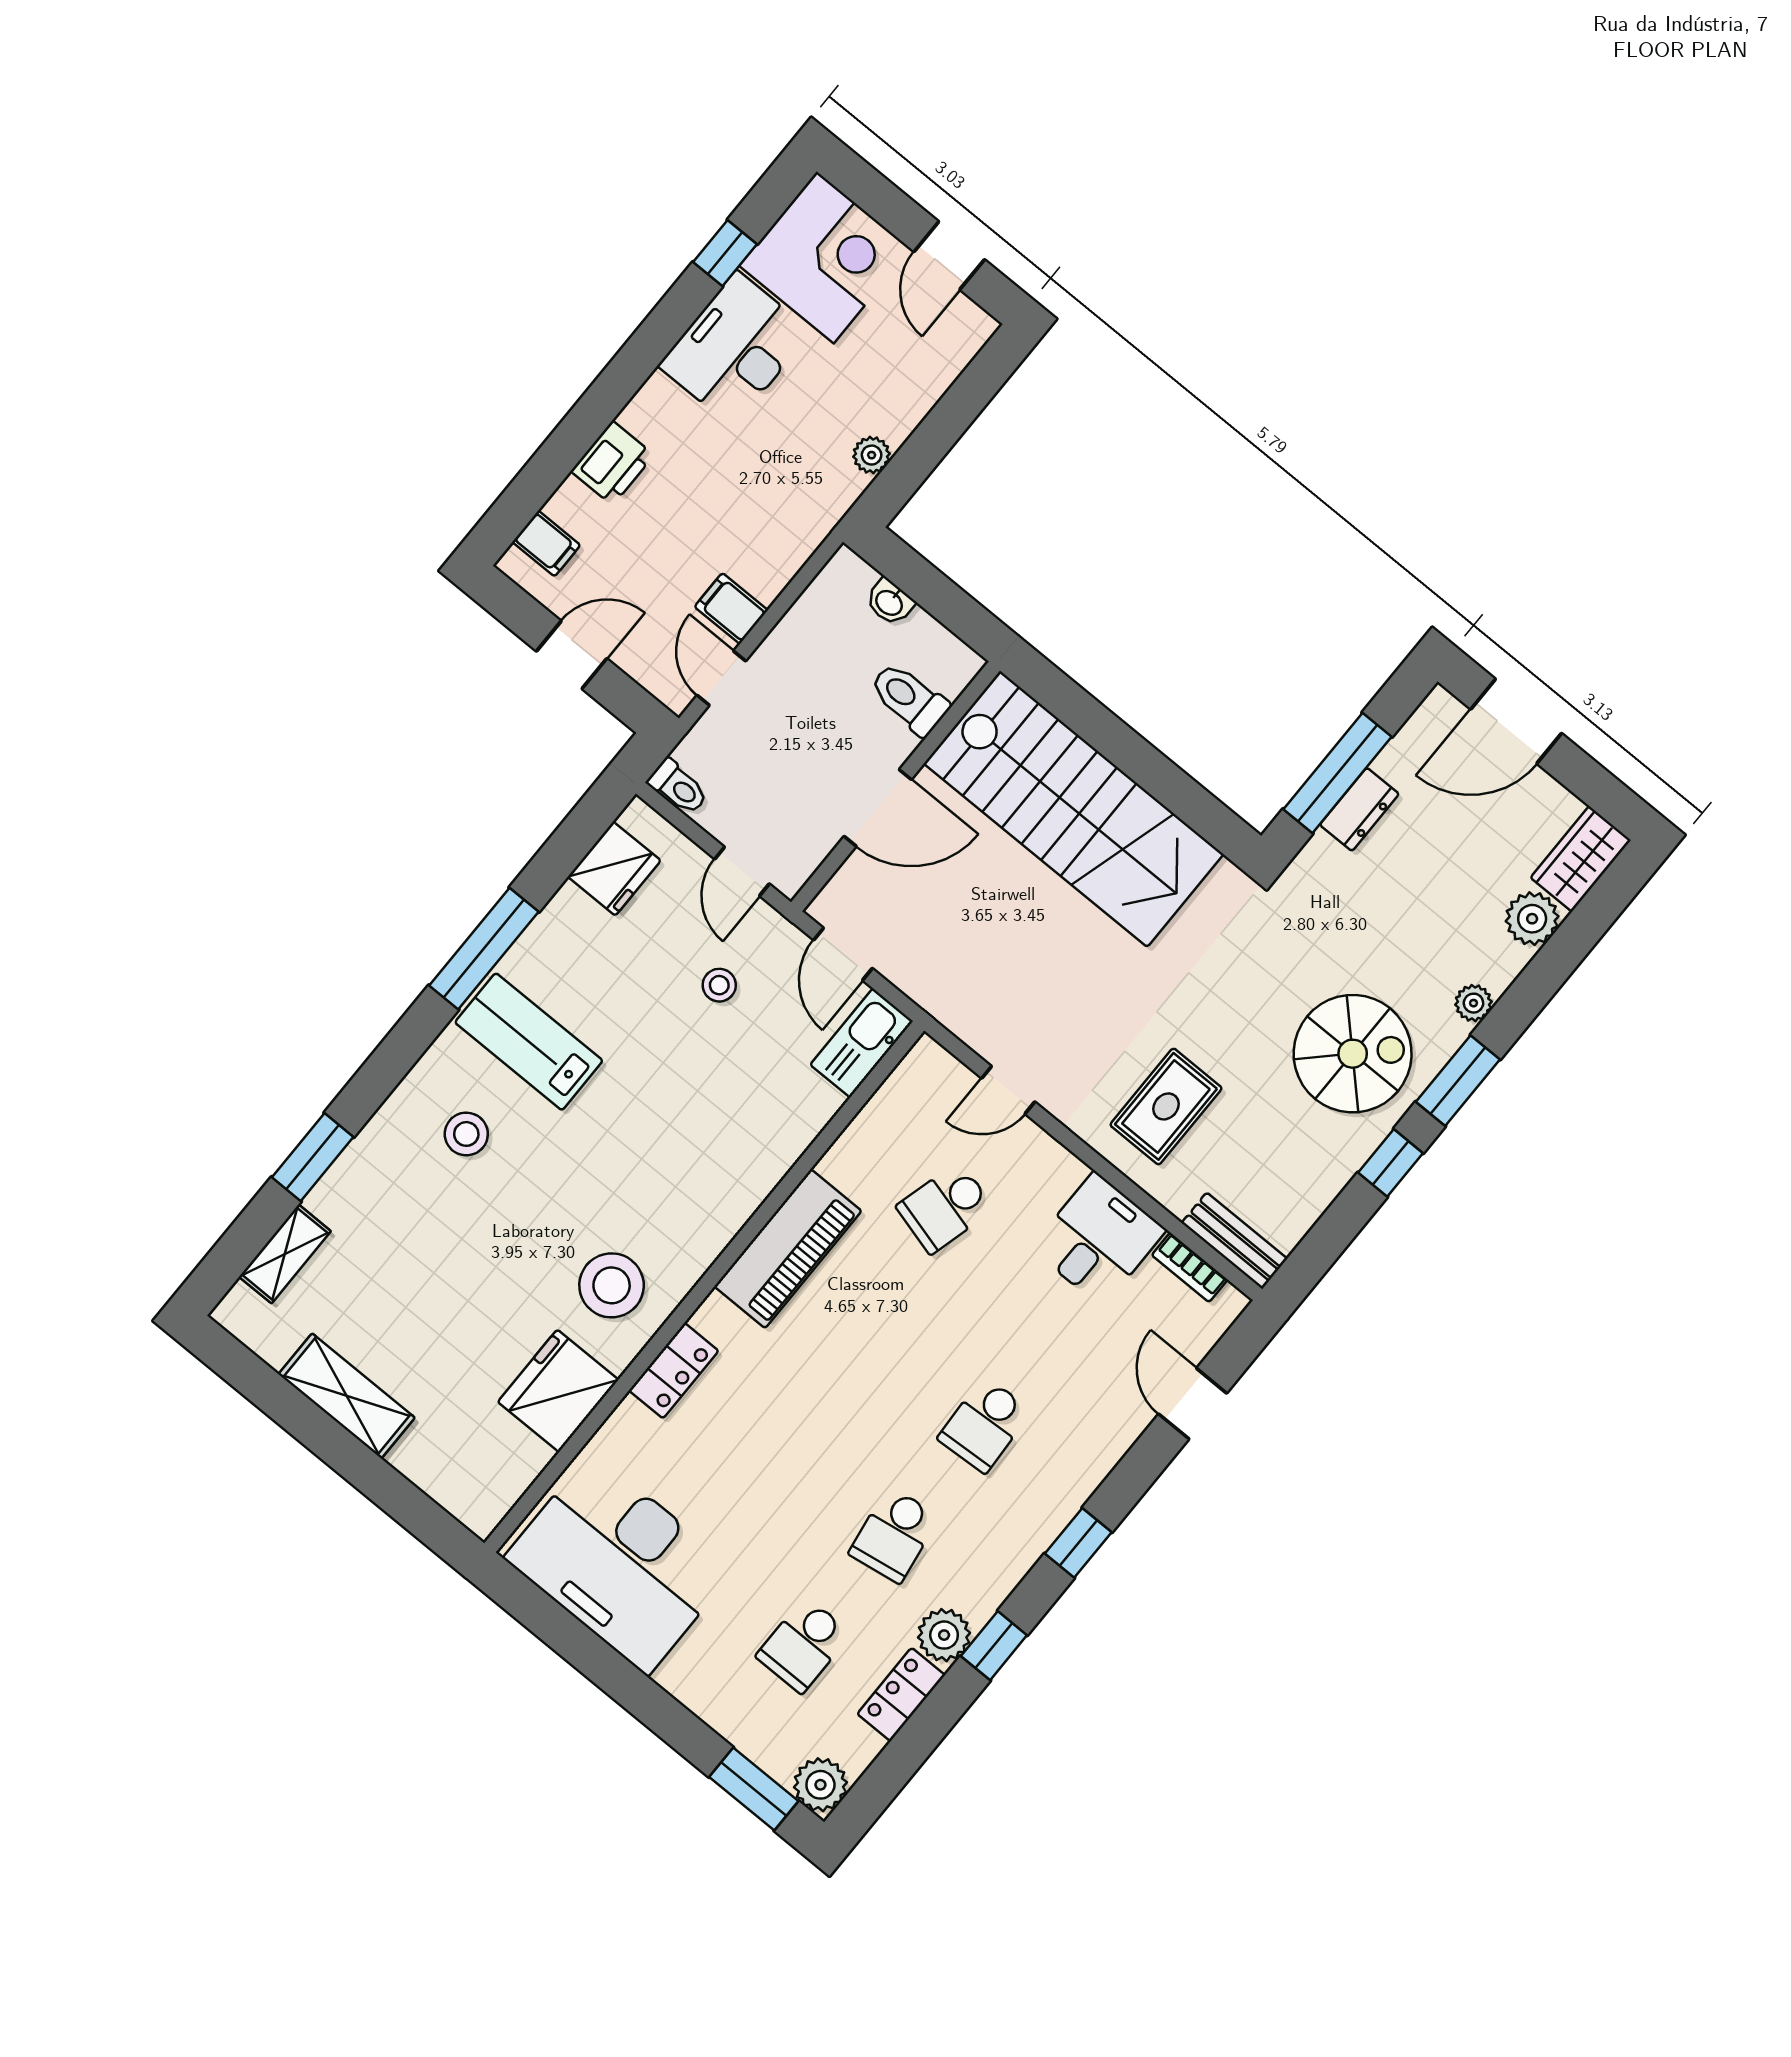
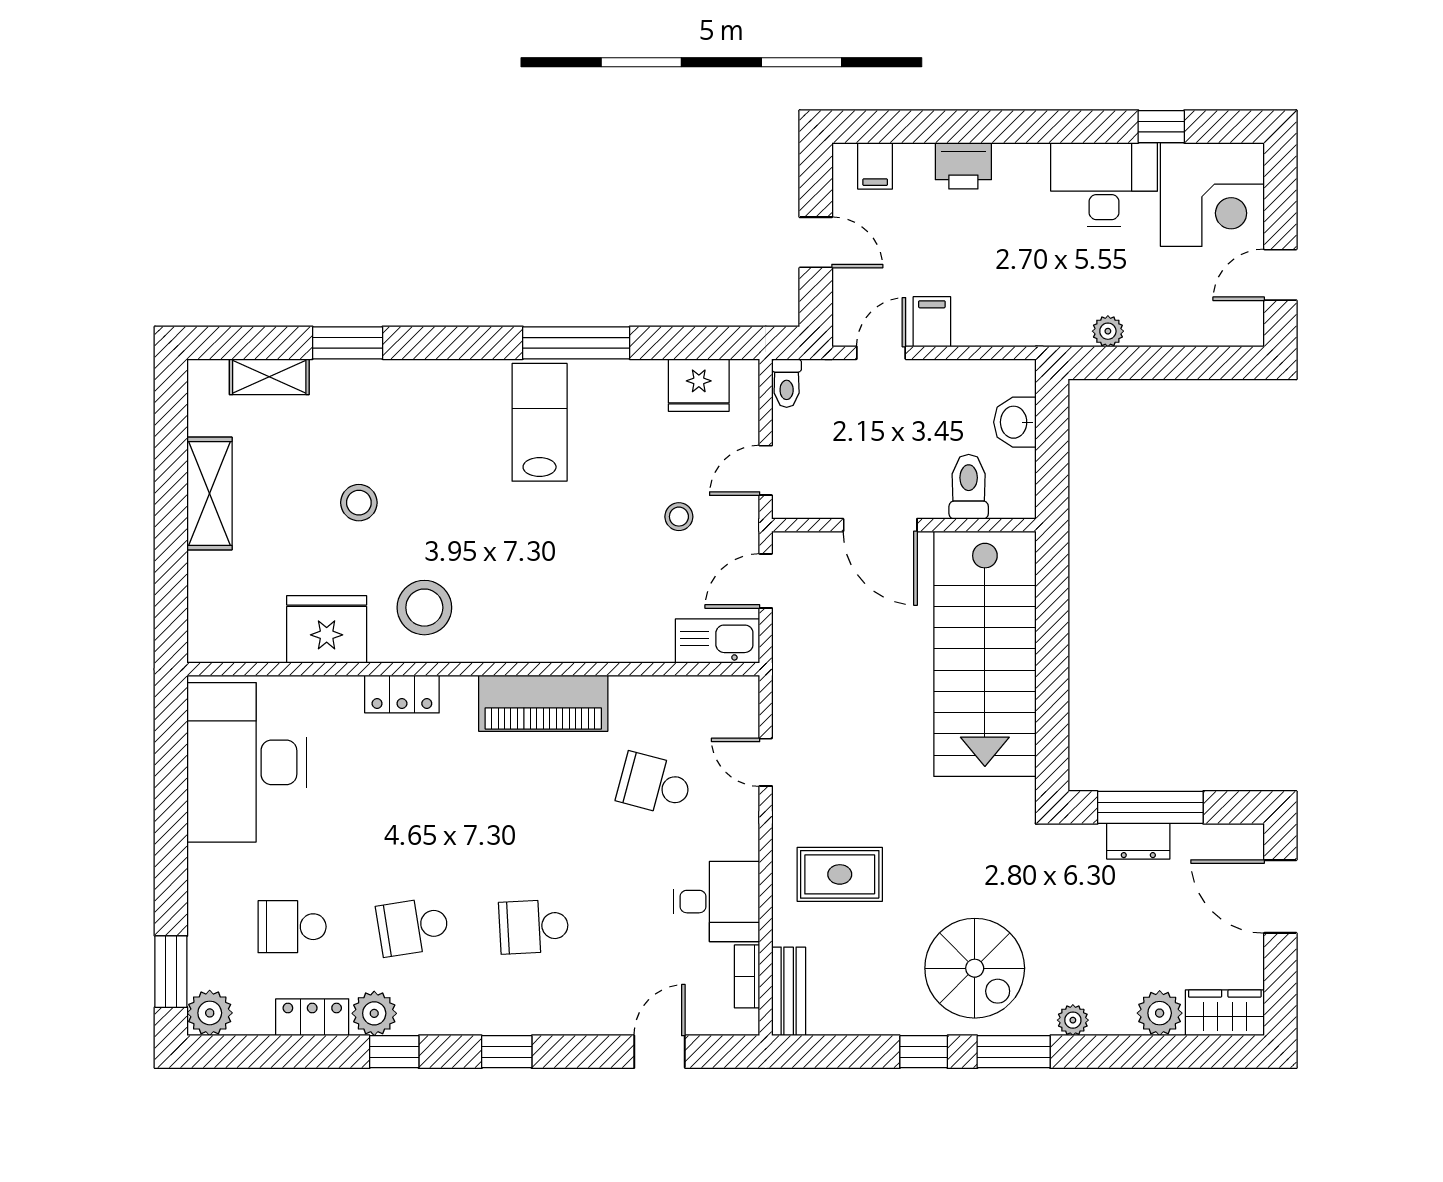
washbasin: (890, 602) -> (1015, 422), width x1.38, depth x1.45
stool: (466, 1134) -> (359, 503), moved

